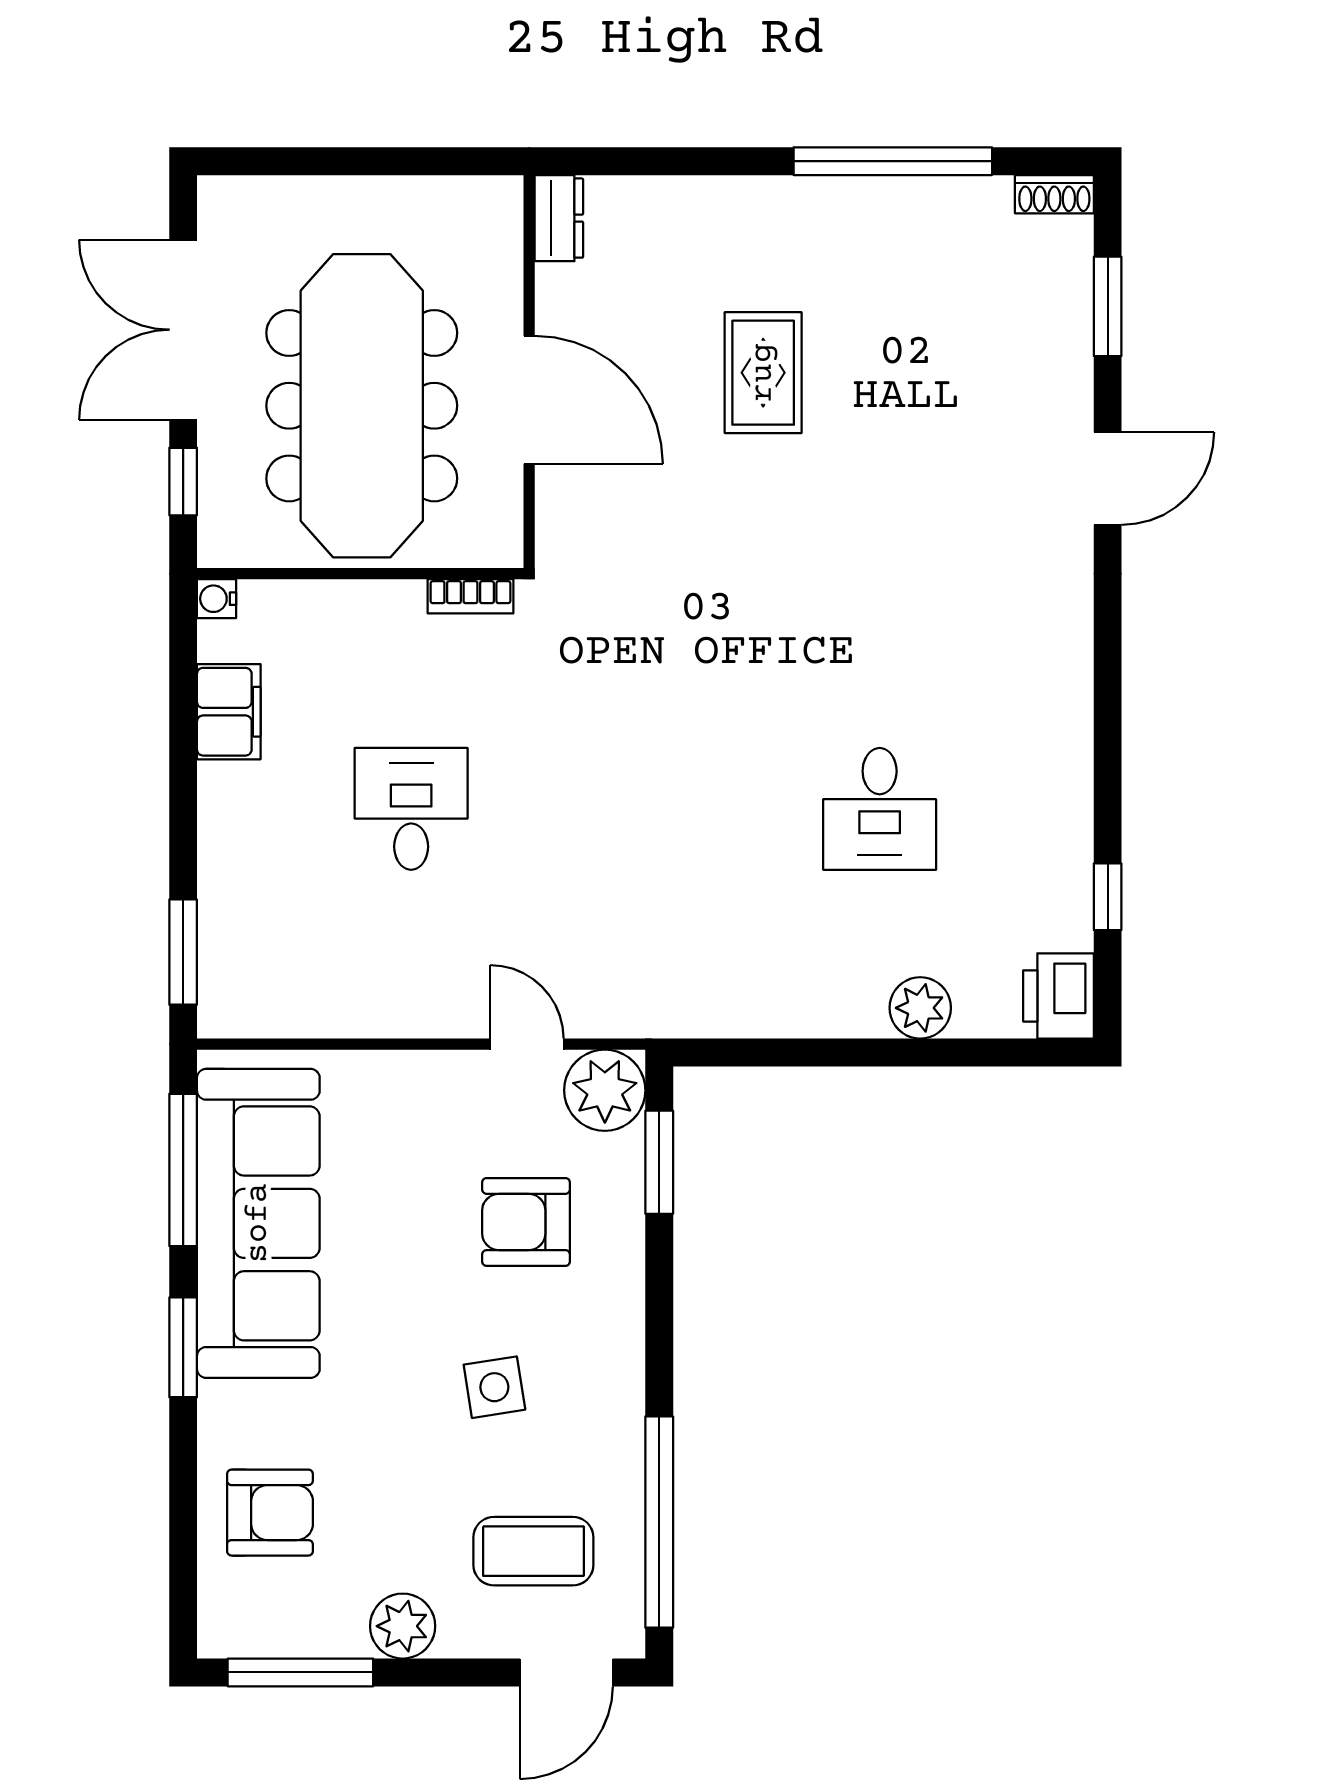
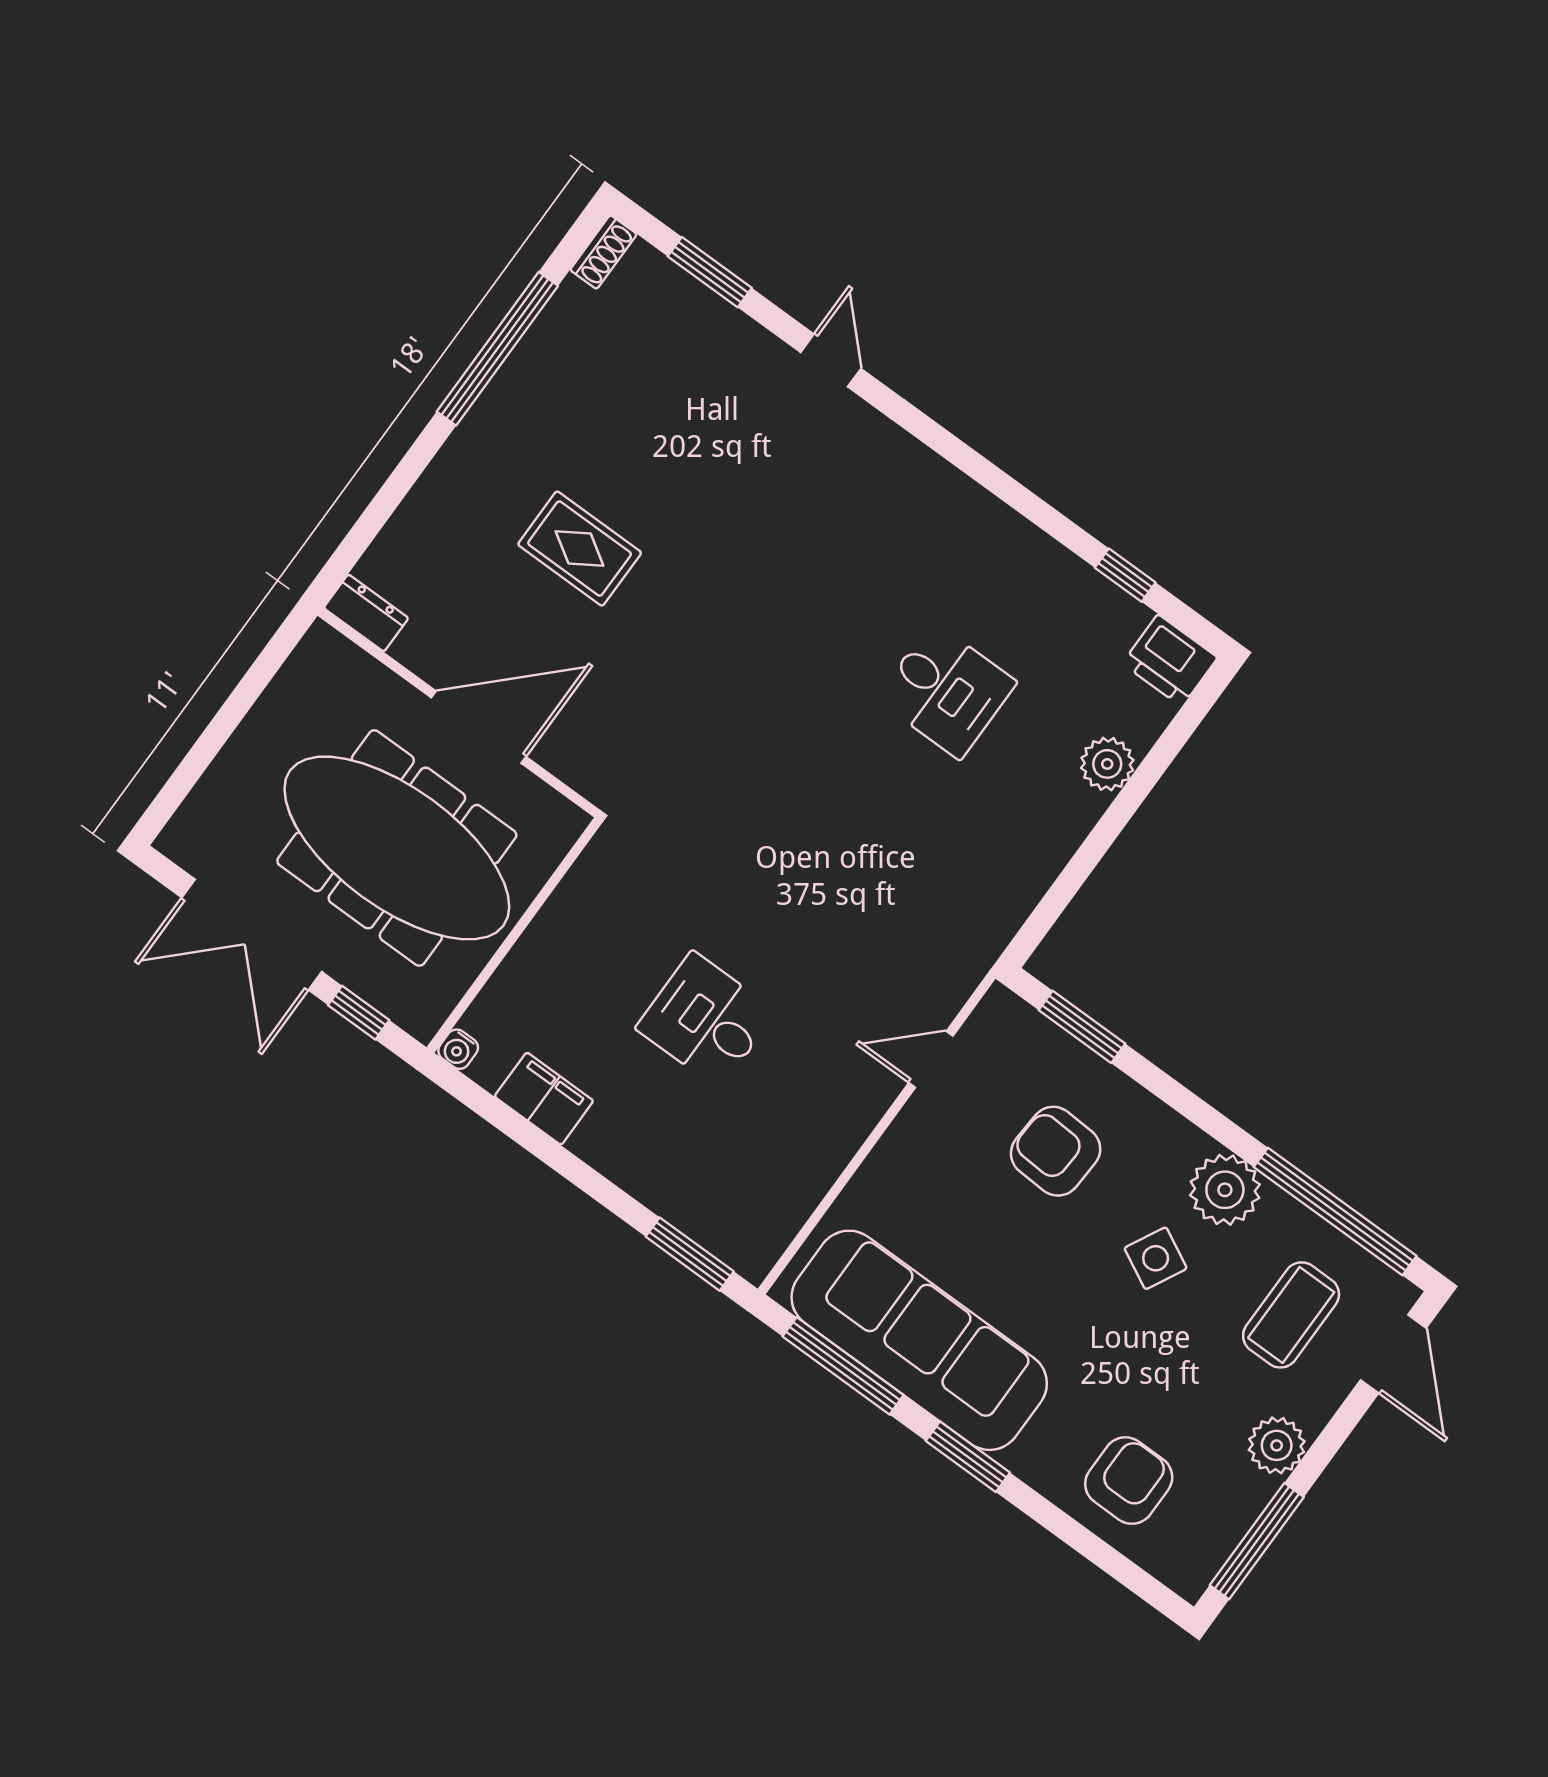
door: (1108, 479) -> (831, 360), width x0.73
bookcase: (470, 596) -> (587, 869), removed
plant: (605, 1090) -> (1225, 1190), moved
armchair: (526, 1222) -> (1056, 1151), turned 93
side table: (494, 1387) -> (1156, 1258), turned 36

